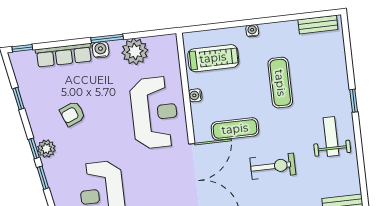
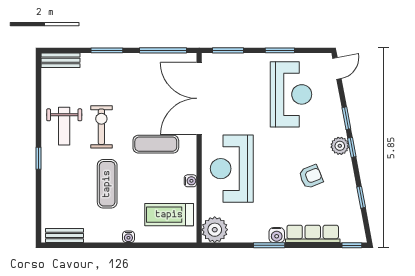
plant: (135, 51) -> (215, 230), moved
exercise bike: (273, 166) -> (101, 127), moved, turned 90

